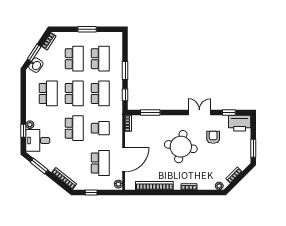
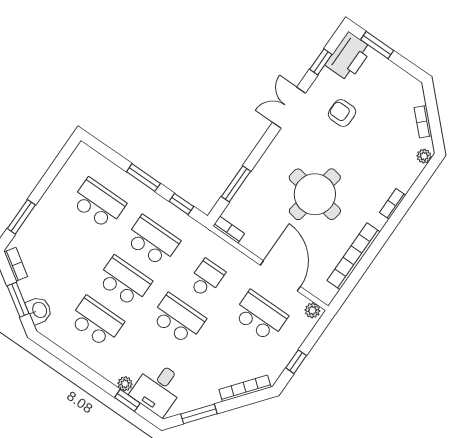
window: (87, 29) -> (21, 217), moved
school desk: (74, 59) -> (70, 244), removed
round table: (181, 147) -> (315, 194), moved
window: (253, 148) -> (377, 45), moved

